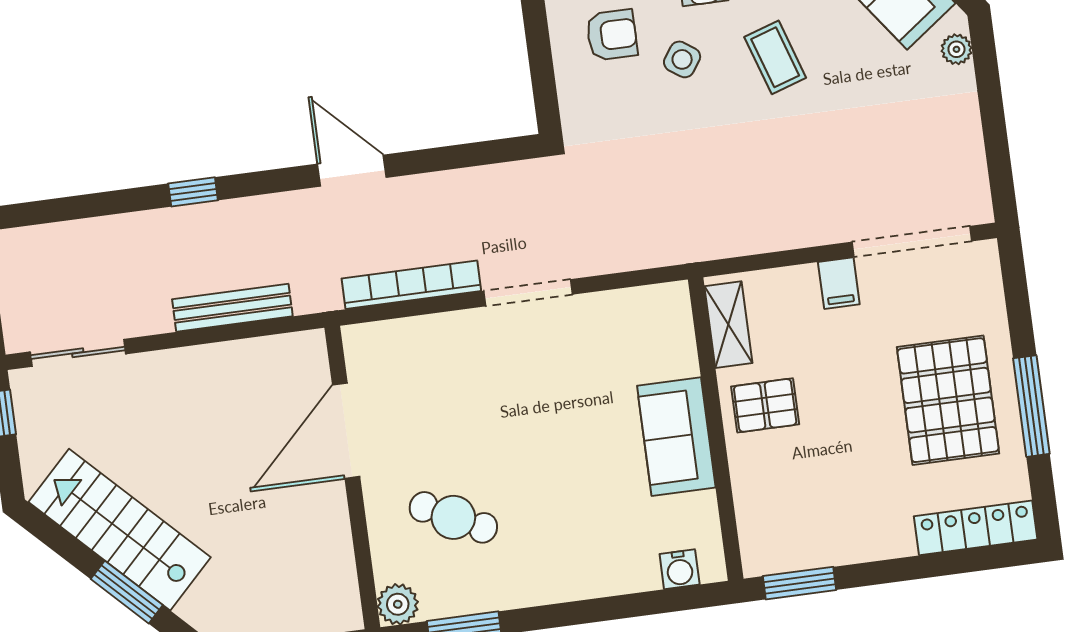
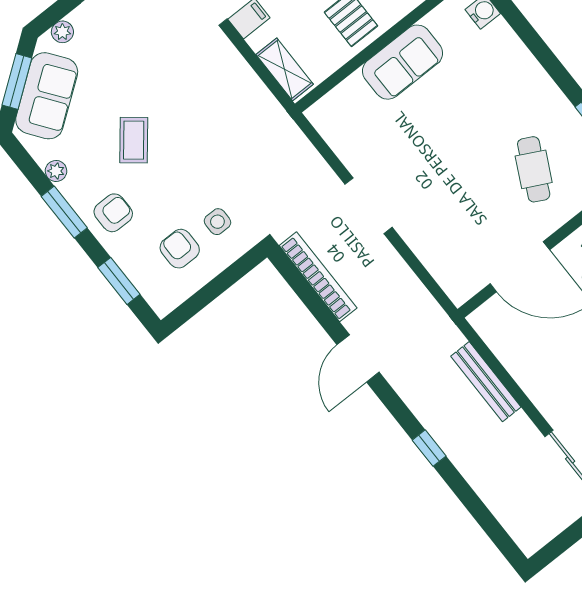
coffee table: (775, 57) -> (134, 140), turned -33
side table: (682, 59) -> (217, 222), moved, turned -35
bookcase: (411, 285) -> (318, 277), moved, turned 180
shelving: (728, 325) -> (285, 69), moved, turned 90

